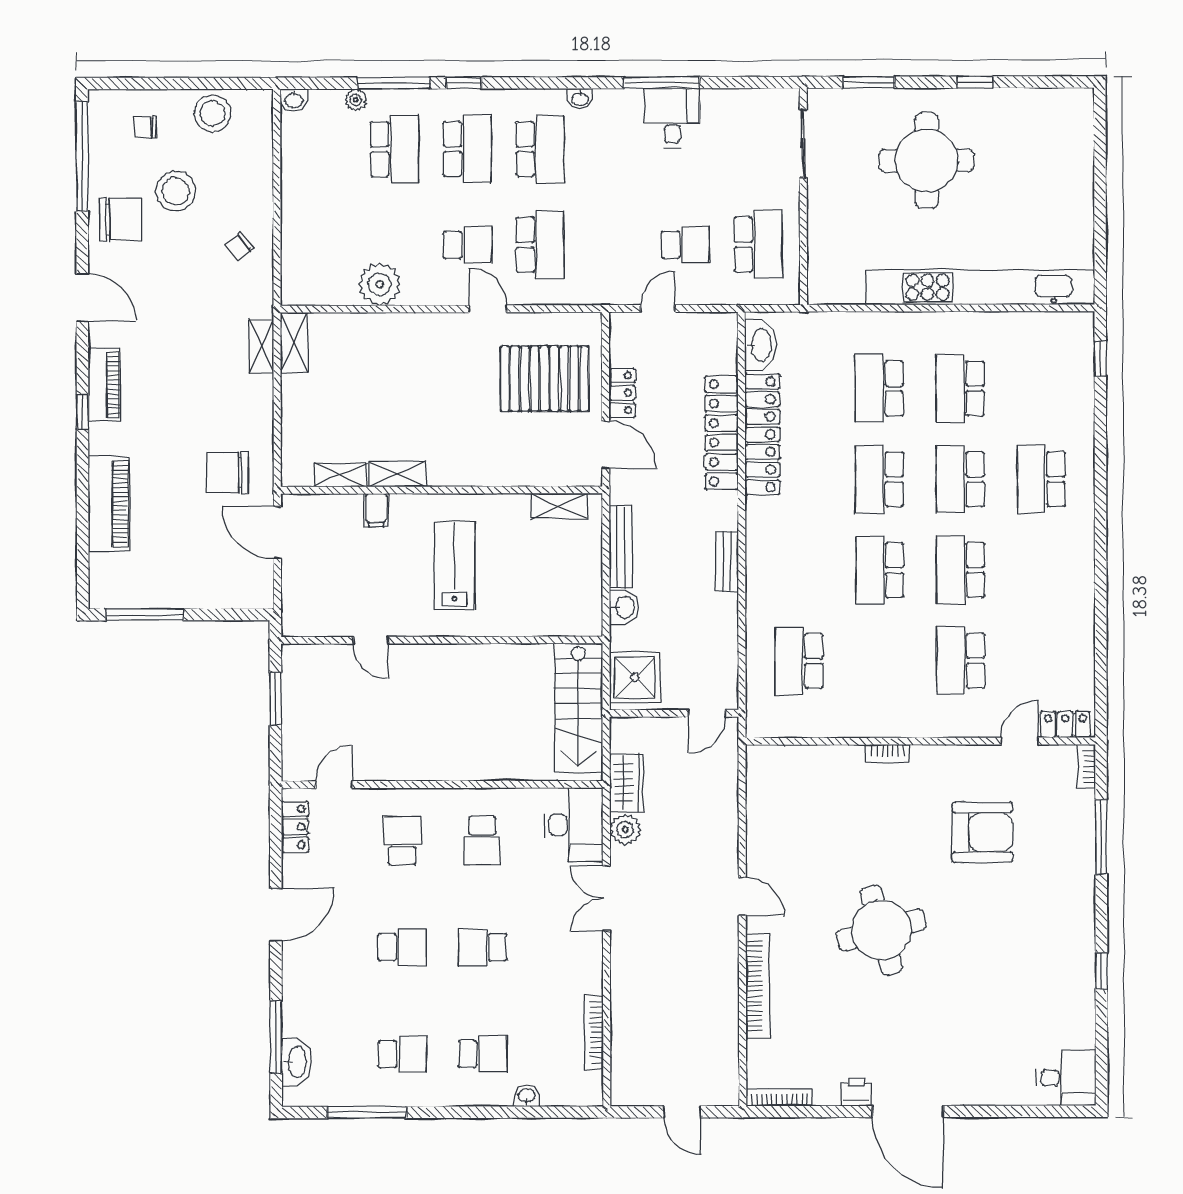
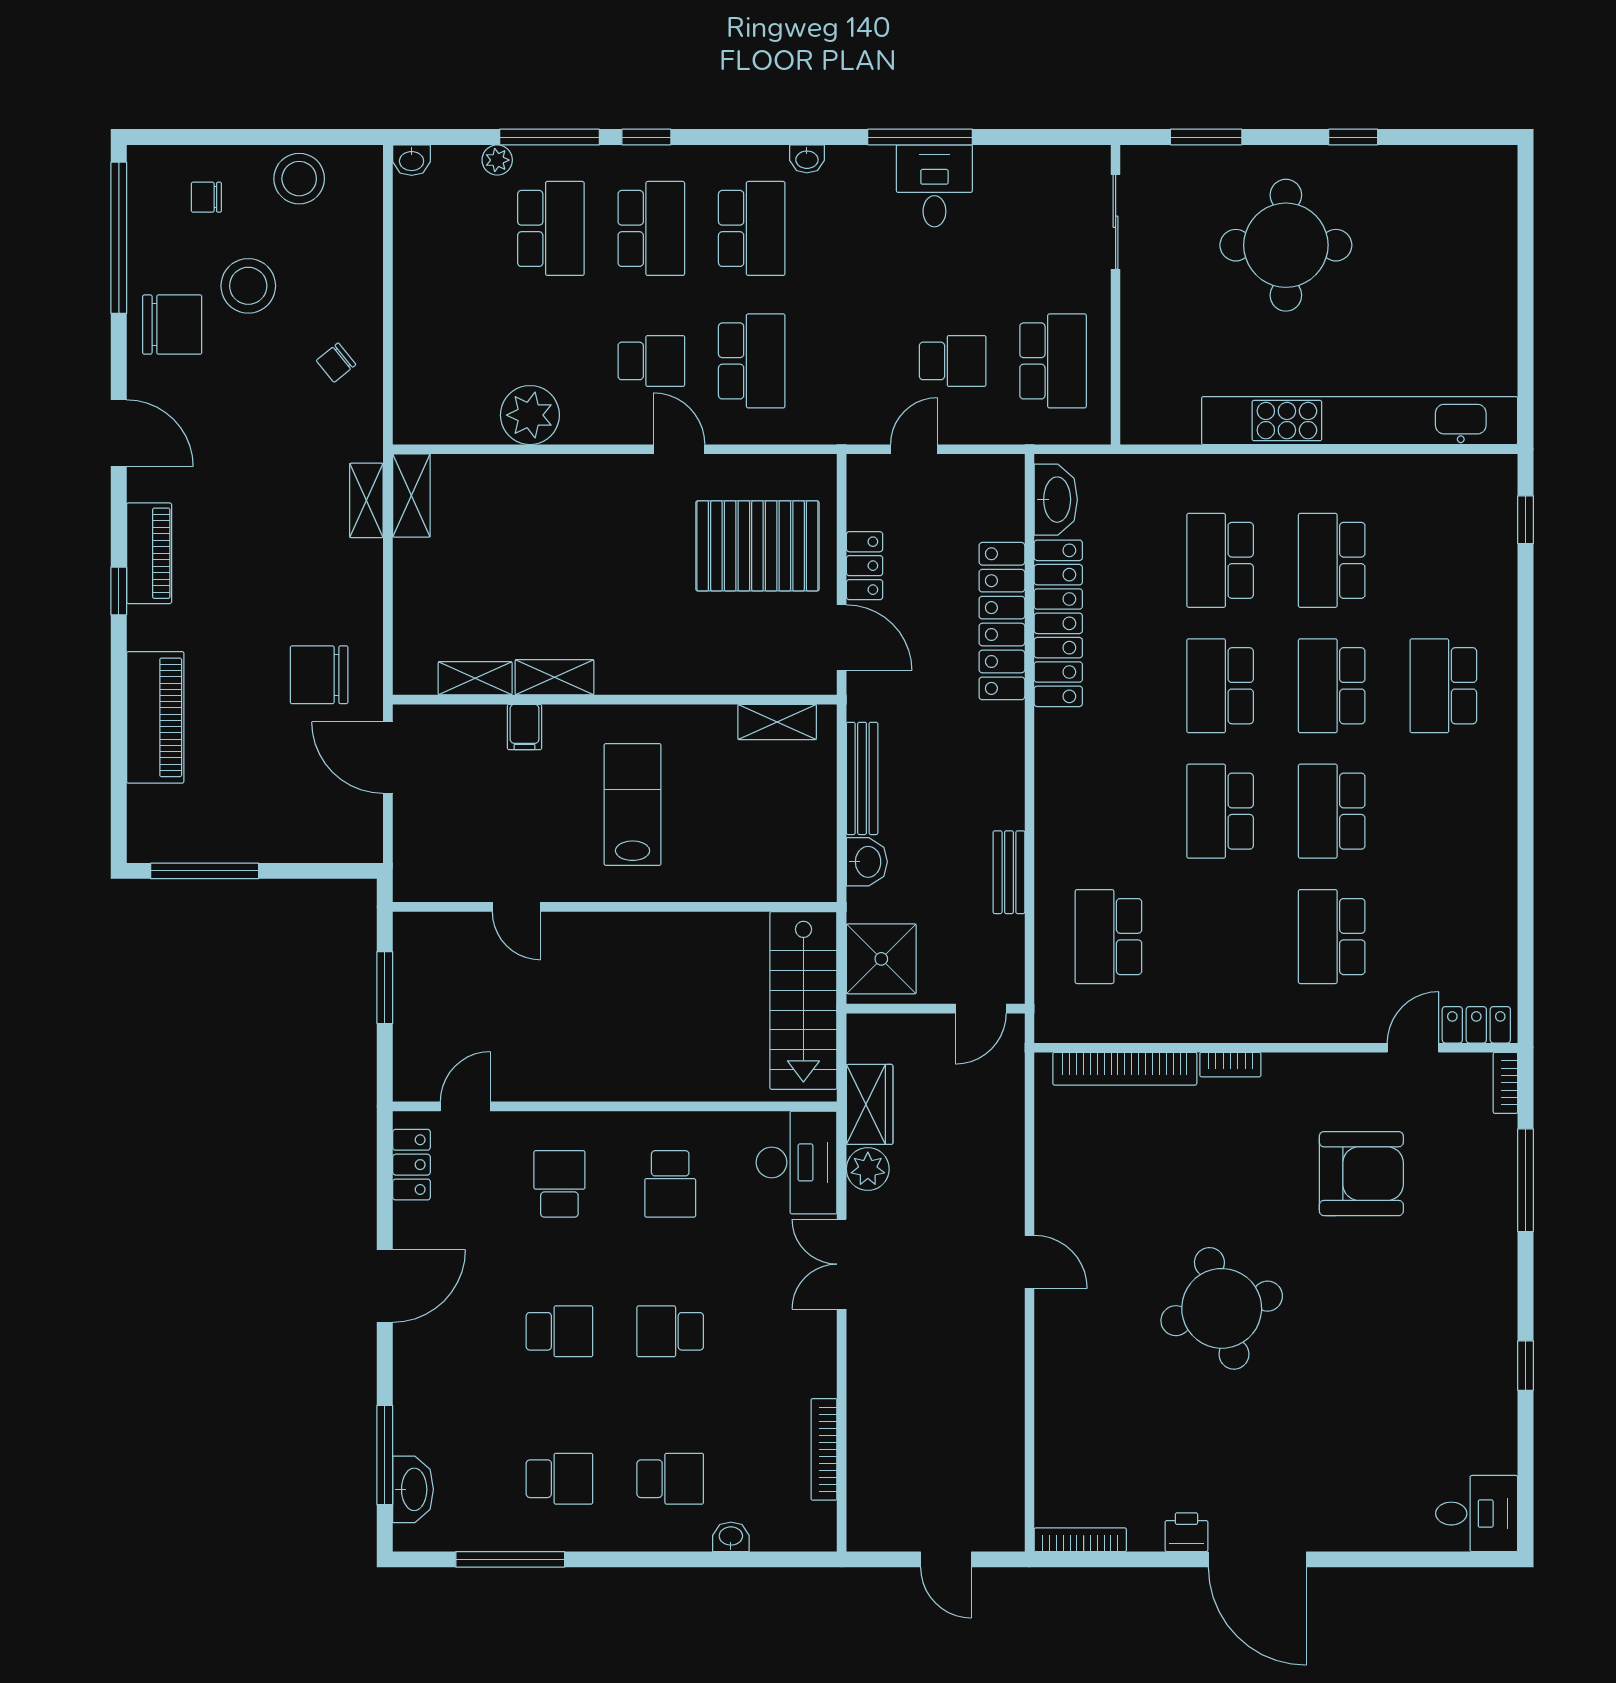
bench: (727, 562) -> (1009, 872), moved
bookcase: (758, 986) -> (1125, 1069), moved, turned 90

